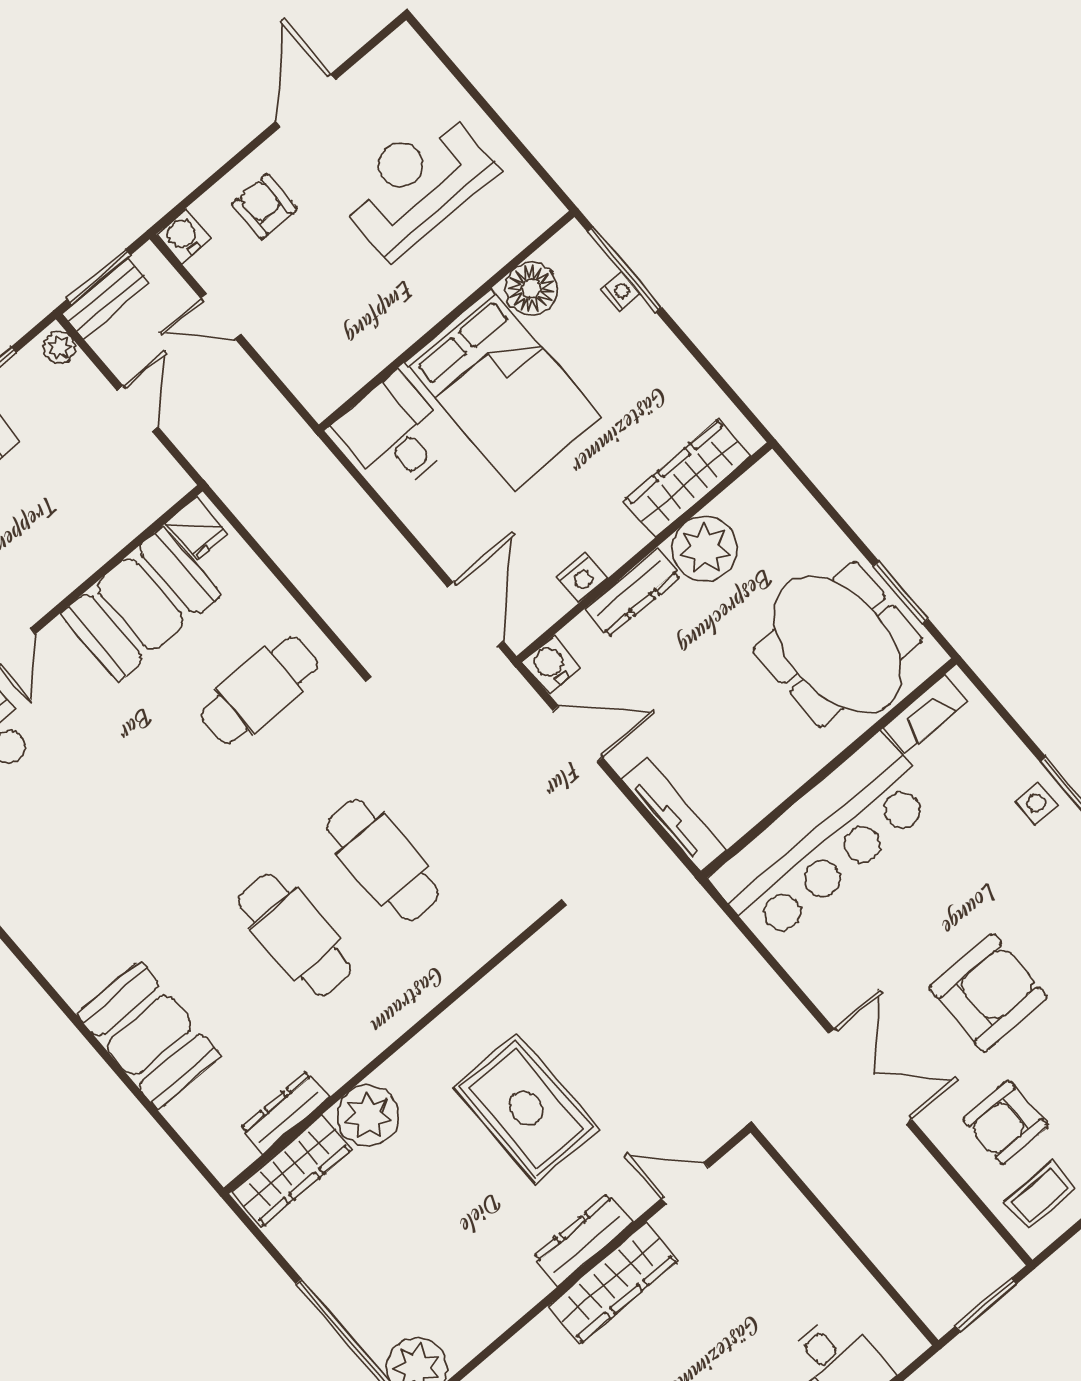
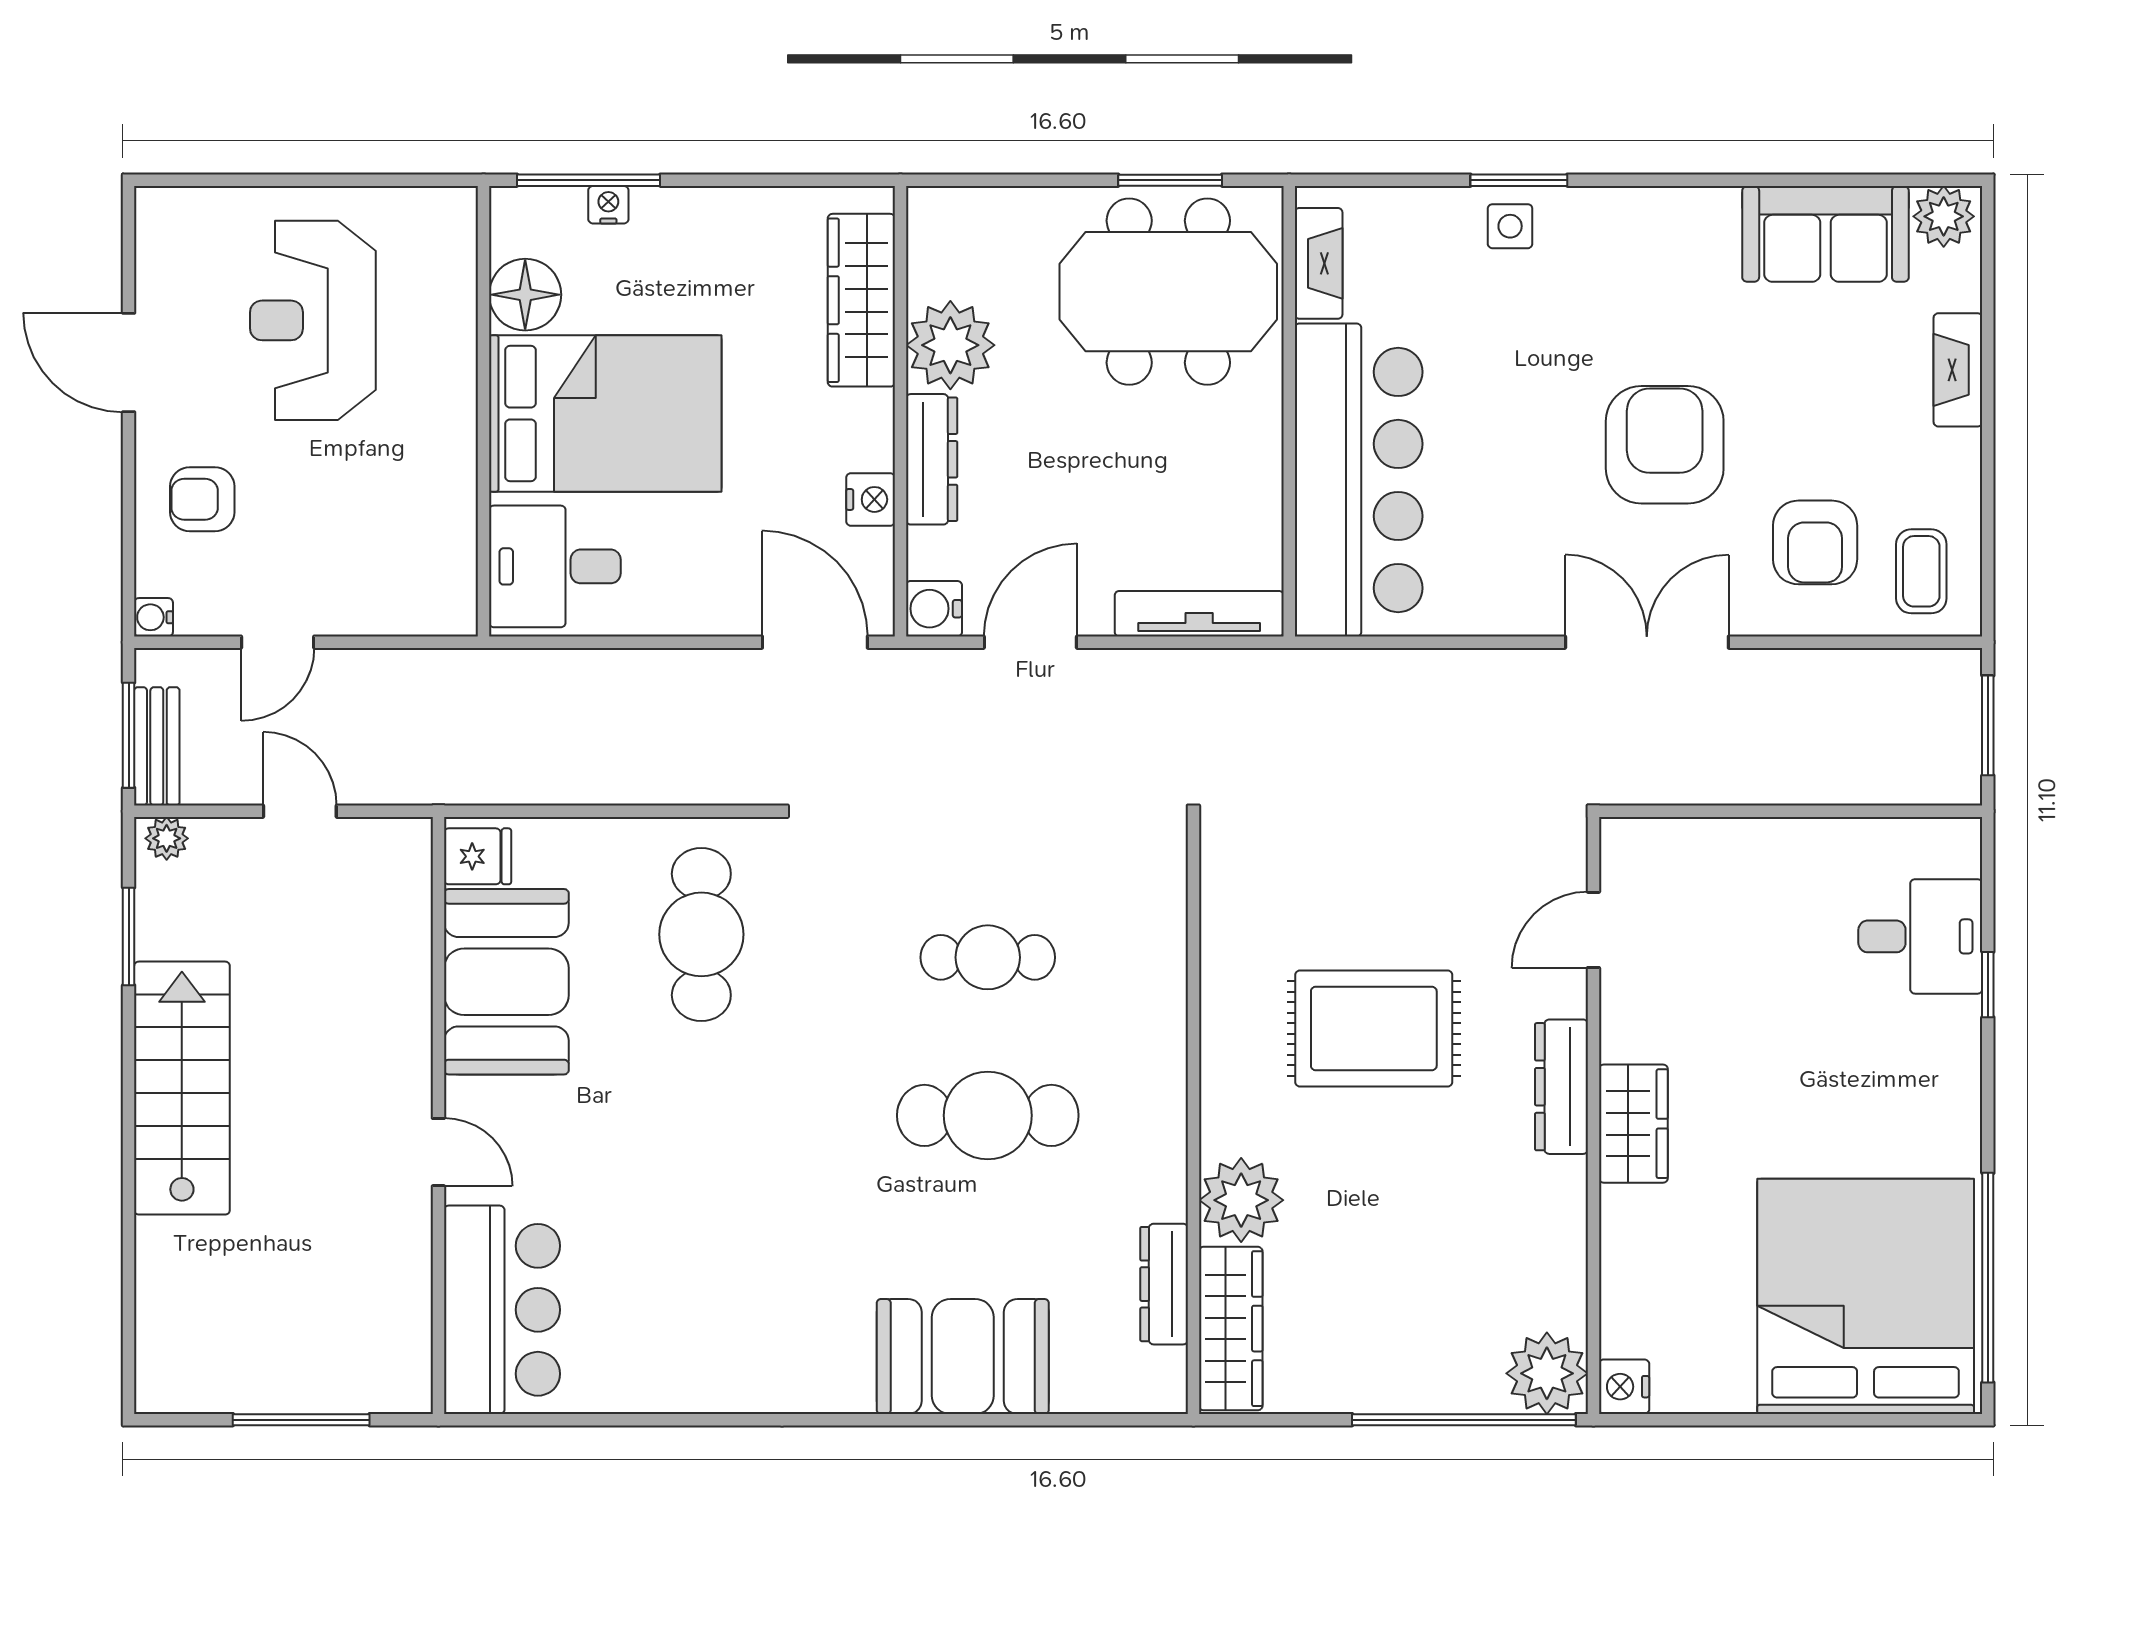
water cooler: (183, 236) -> (153, 617), width x0.72, depth x0.72
cafe table: (383, 860) -> (988, 957), width x0.73, depth x0.74
wardrobe: (613, 1283) -> (1633, 1124), width x0.67

